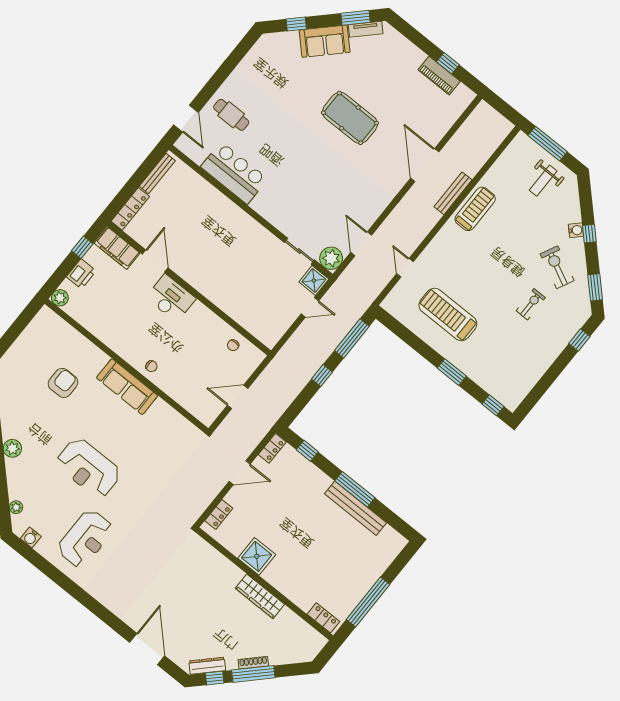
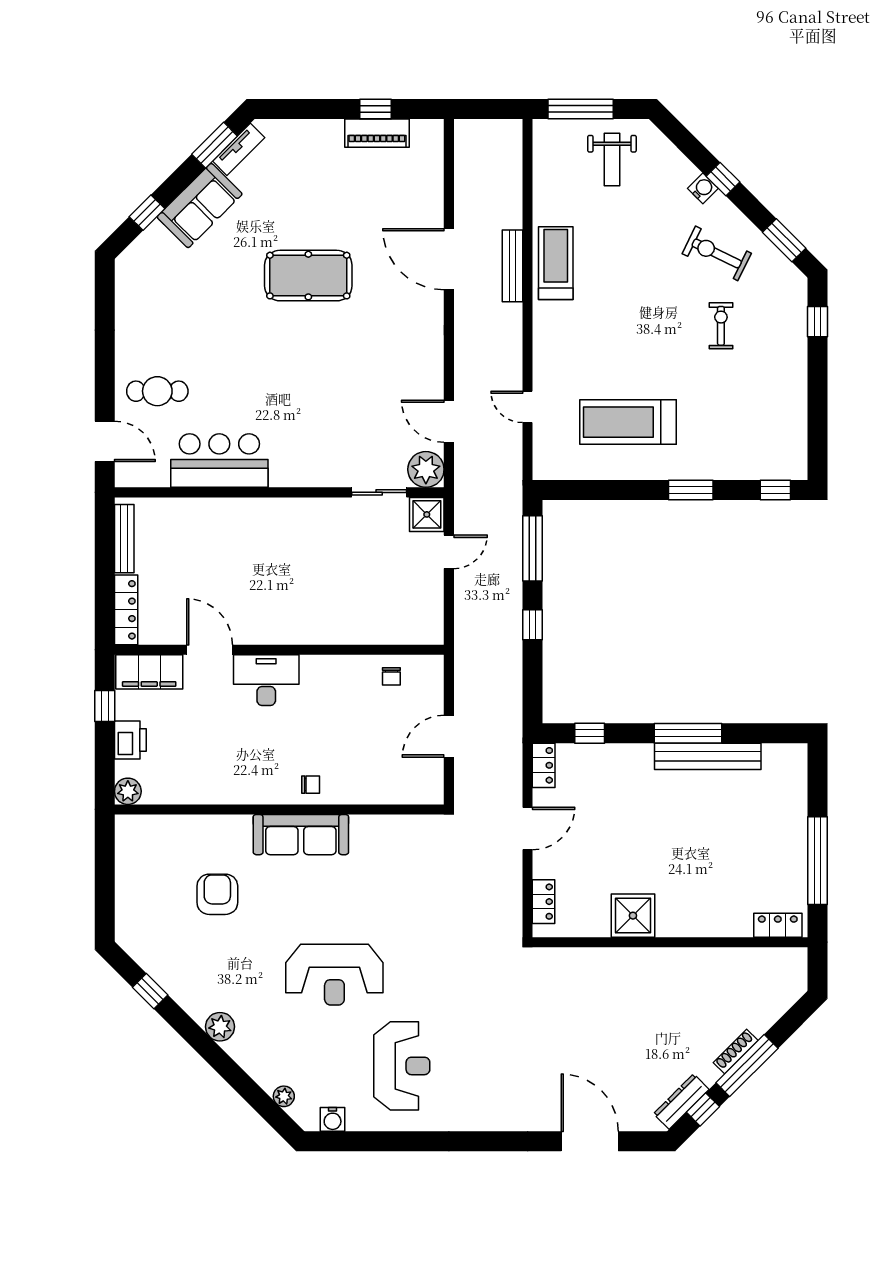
wardrobe: (260, 596) -> (677, 962), removed

